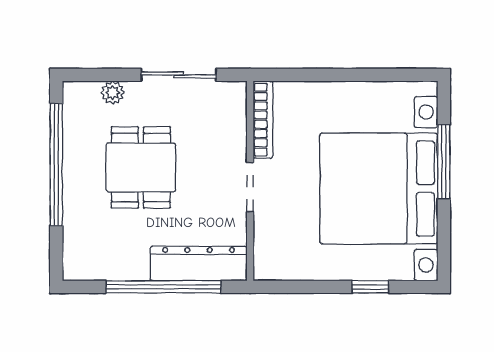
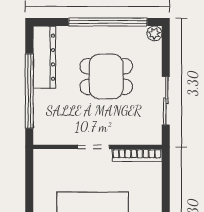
plant: (113, 93) -> (154, 33), moved
dresser: (199, 263) -> (44, 57), moved

